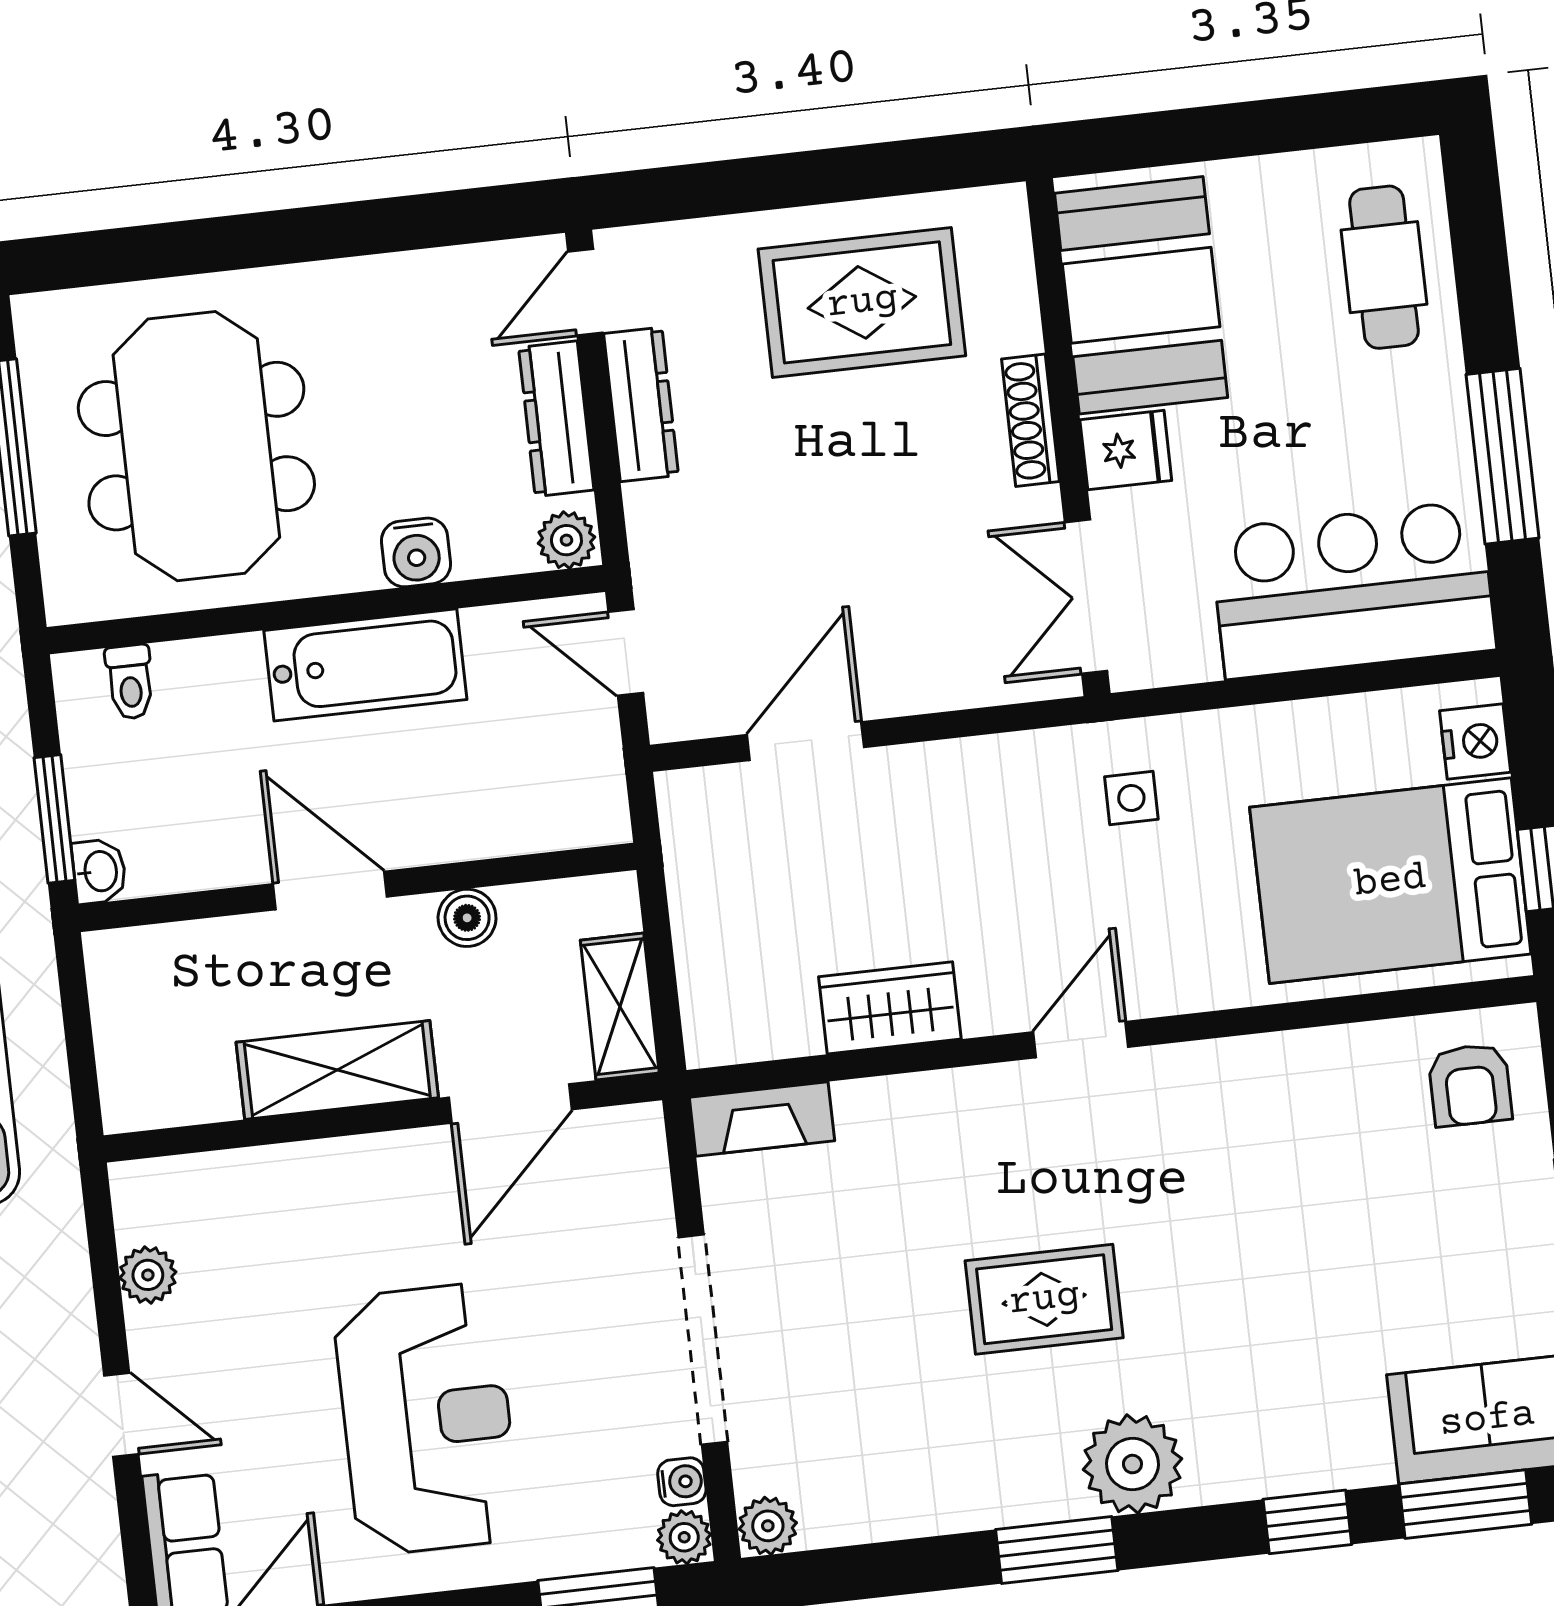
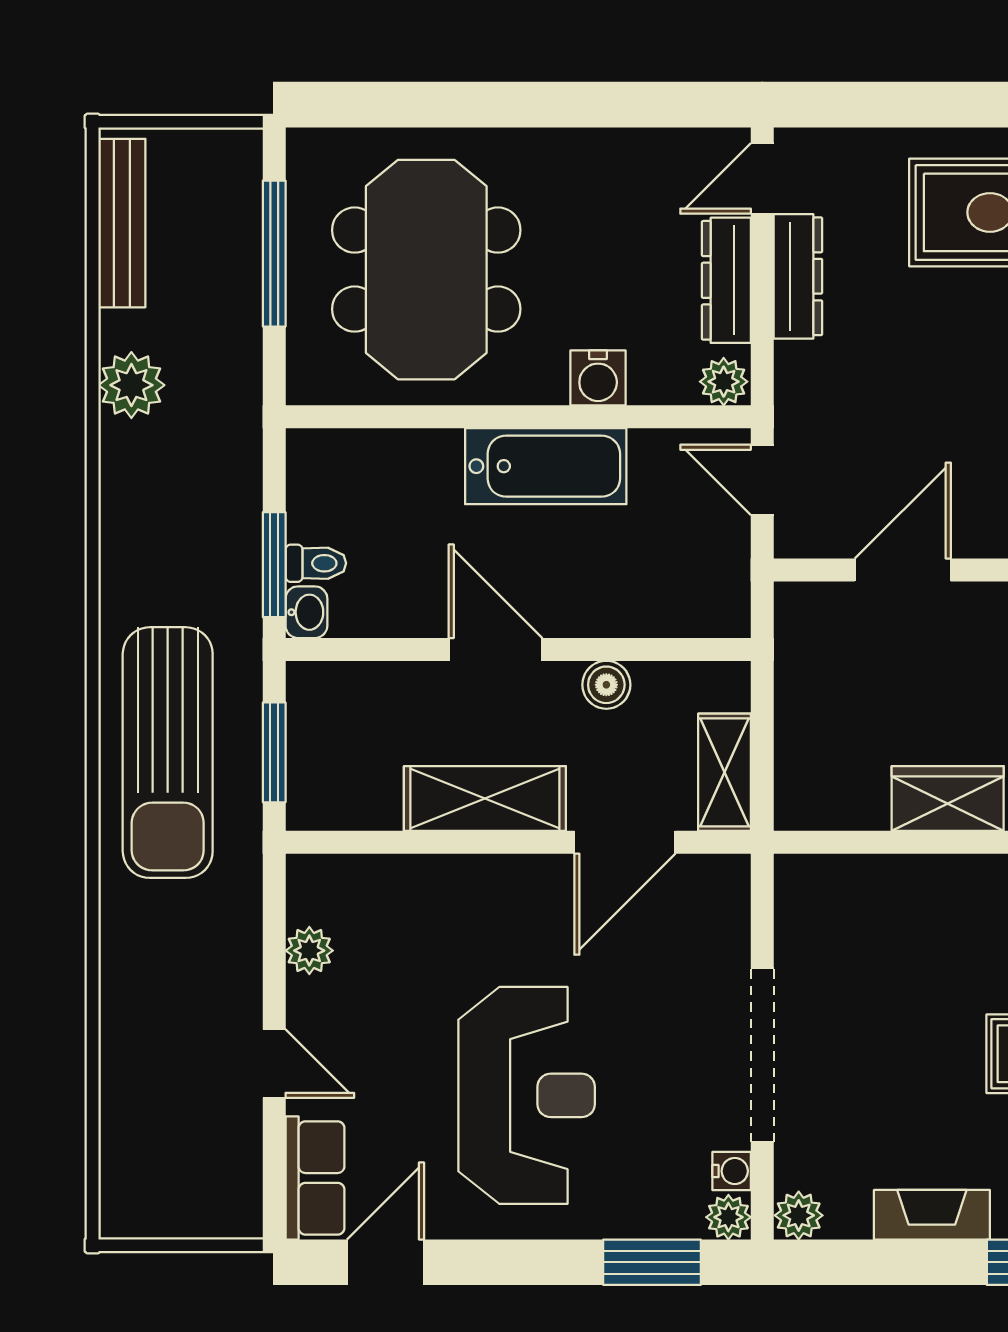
toilet: (130, 682) -> (316, 563), moved, turned -90
window: (79, 1043) -> (274, 752), added
fireplace: (762, 1119) -> (932, 1215), moved, turned 180

